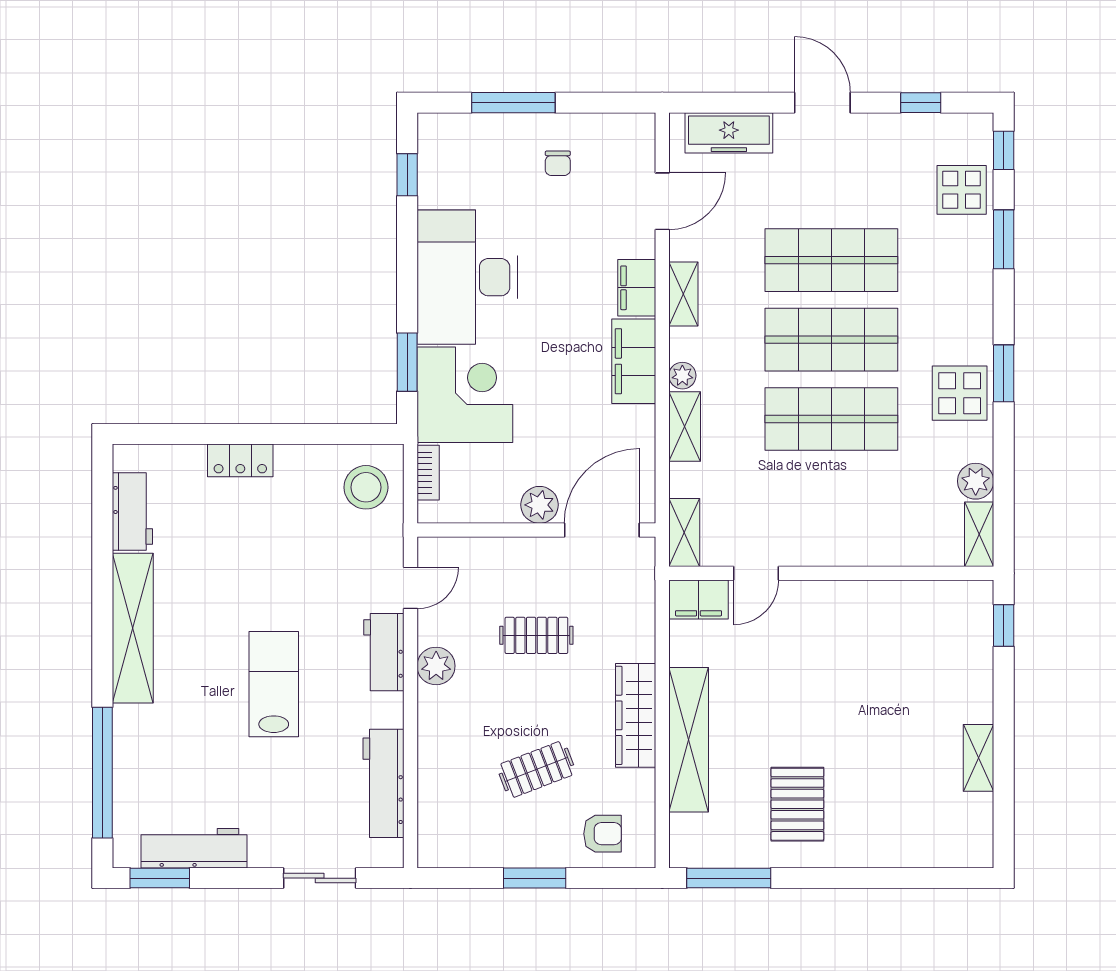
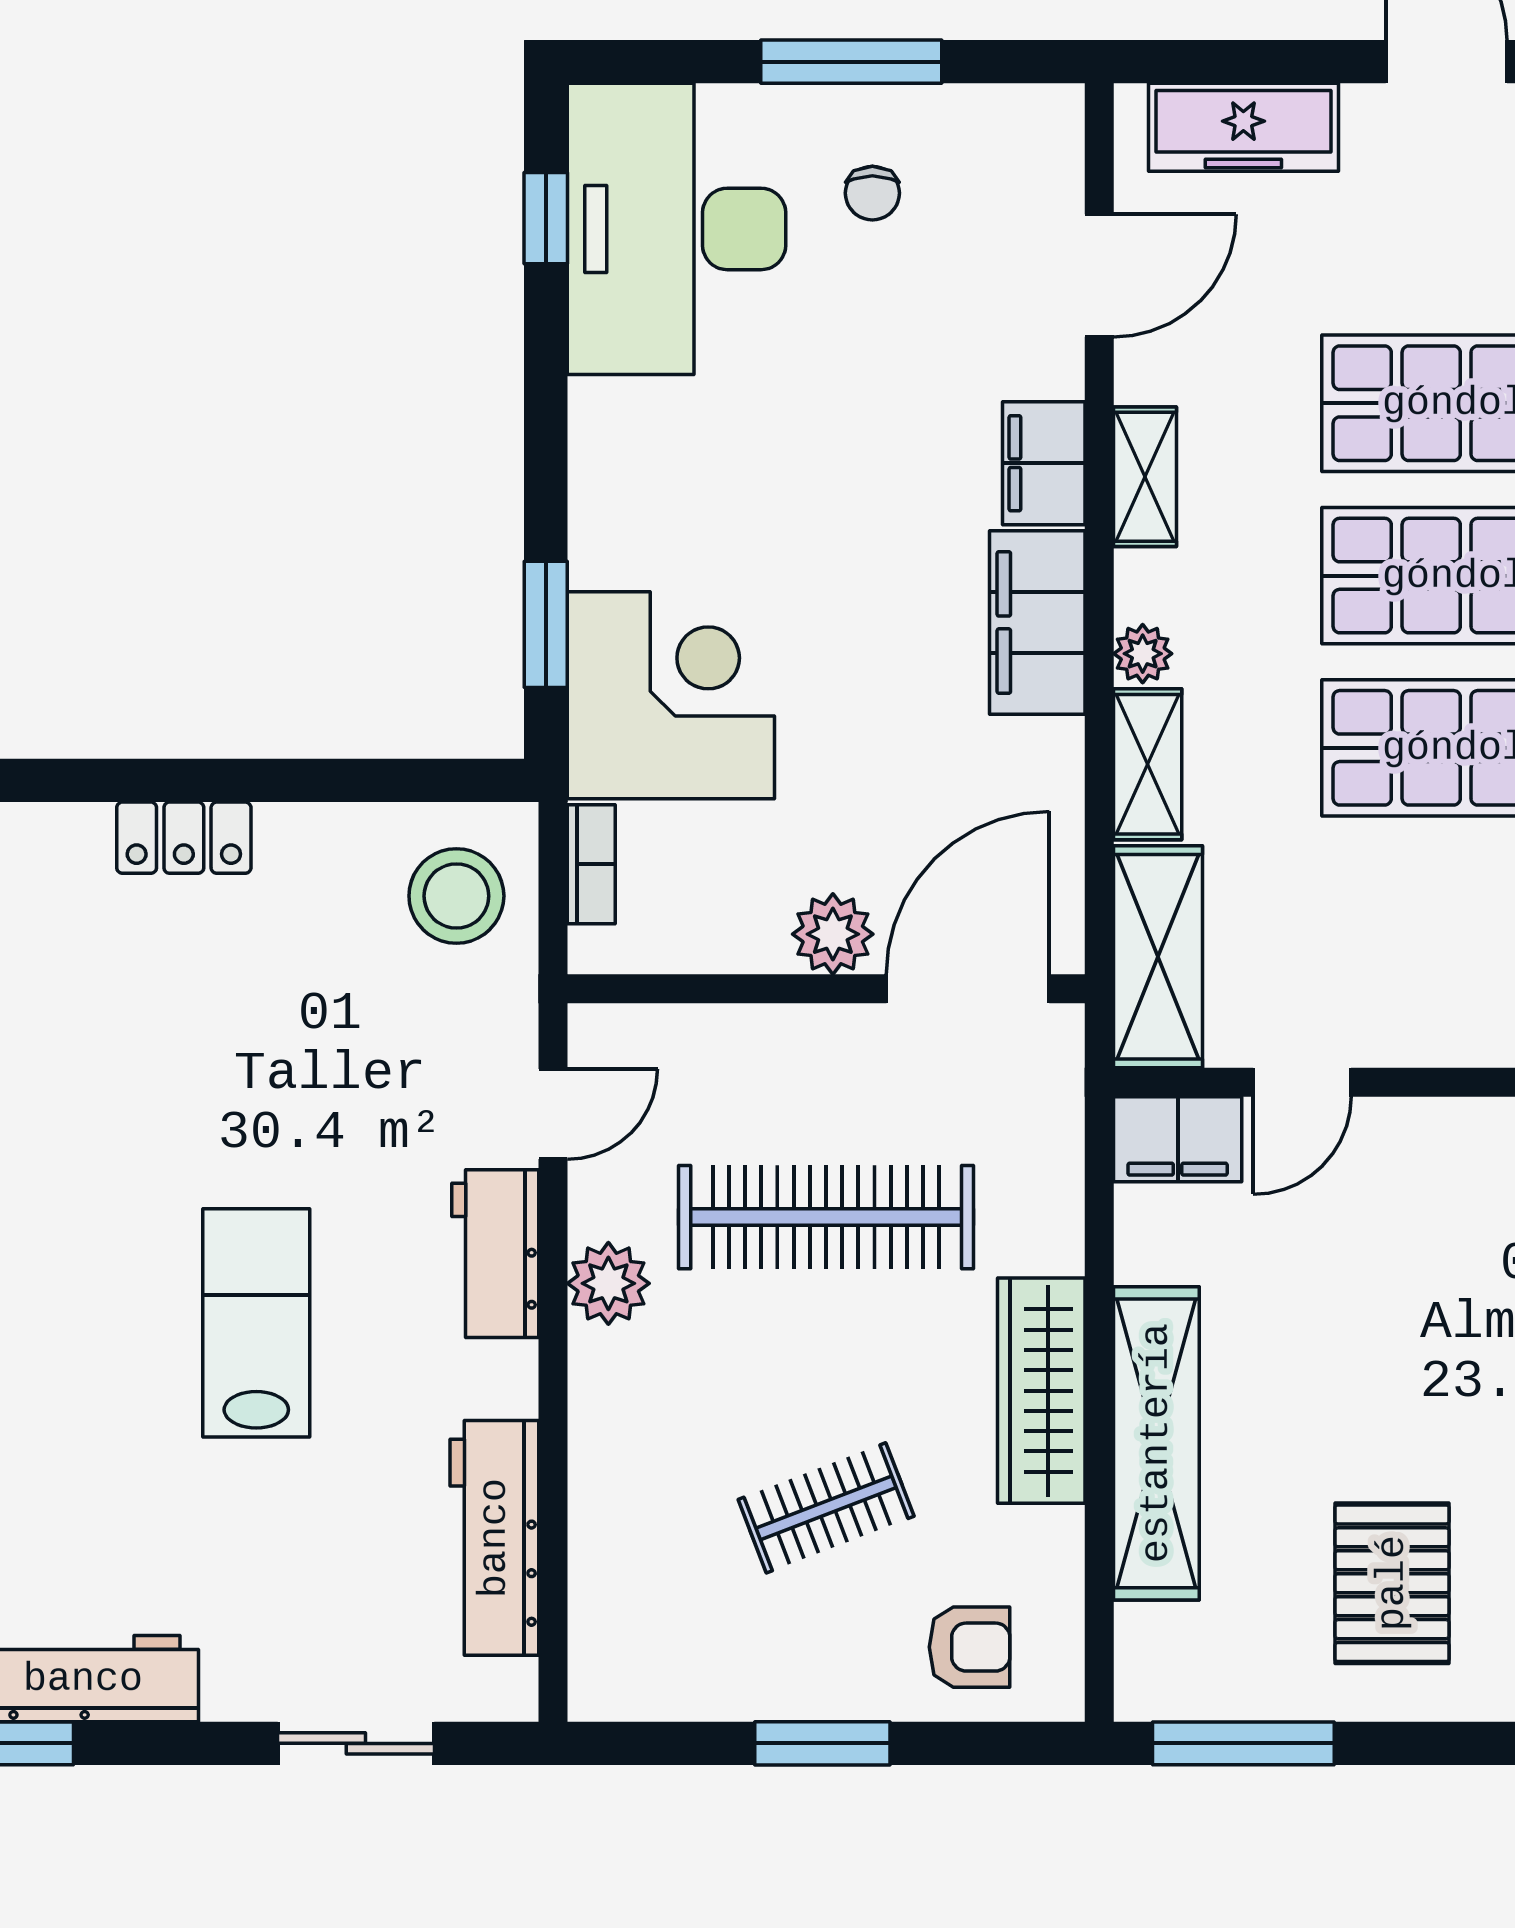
window: (513, 103) -> (851, 62), moved
desk: (467, 277) -> (676, 229), moved
shelving: (684, 532) -> (1158, 957), width x1.50, depth x1.33
clothes rail: (536, 635) -> (826, 1217), width x1.86, depth x1.31

